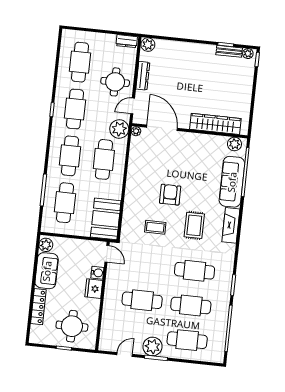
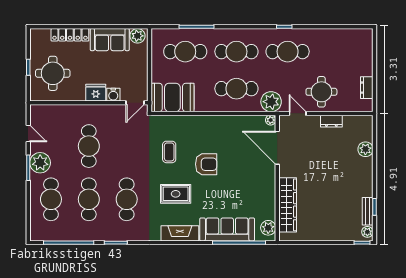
dresser: (127, 41) -> (367, 88), moved
plant: (148, 45) -> (365, 149), moved
cafe table: (80, 62) -> (339, 52), removed
dresser: (143, 76) -> (331, 121), width x0.70
door: (162, 128) -> (277, 148), swing flipped

